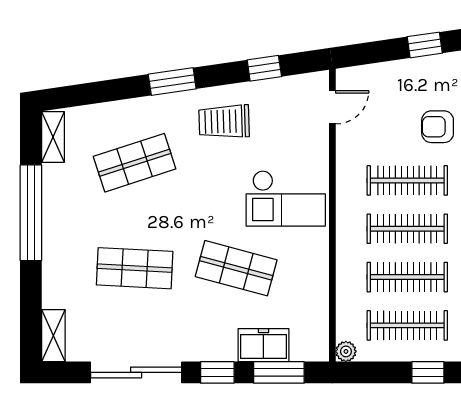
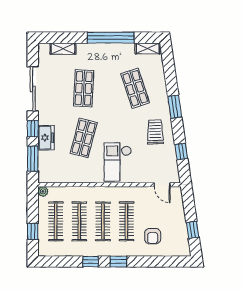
armchair: (438, 127) -> (153, 236), turned 180
shelving: (53, 336) -> (63, 49), moved
freezer: (263, 345) -> (46, 138), moved

